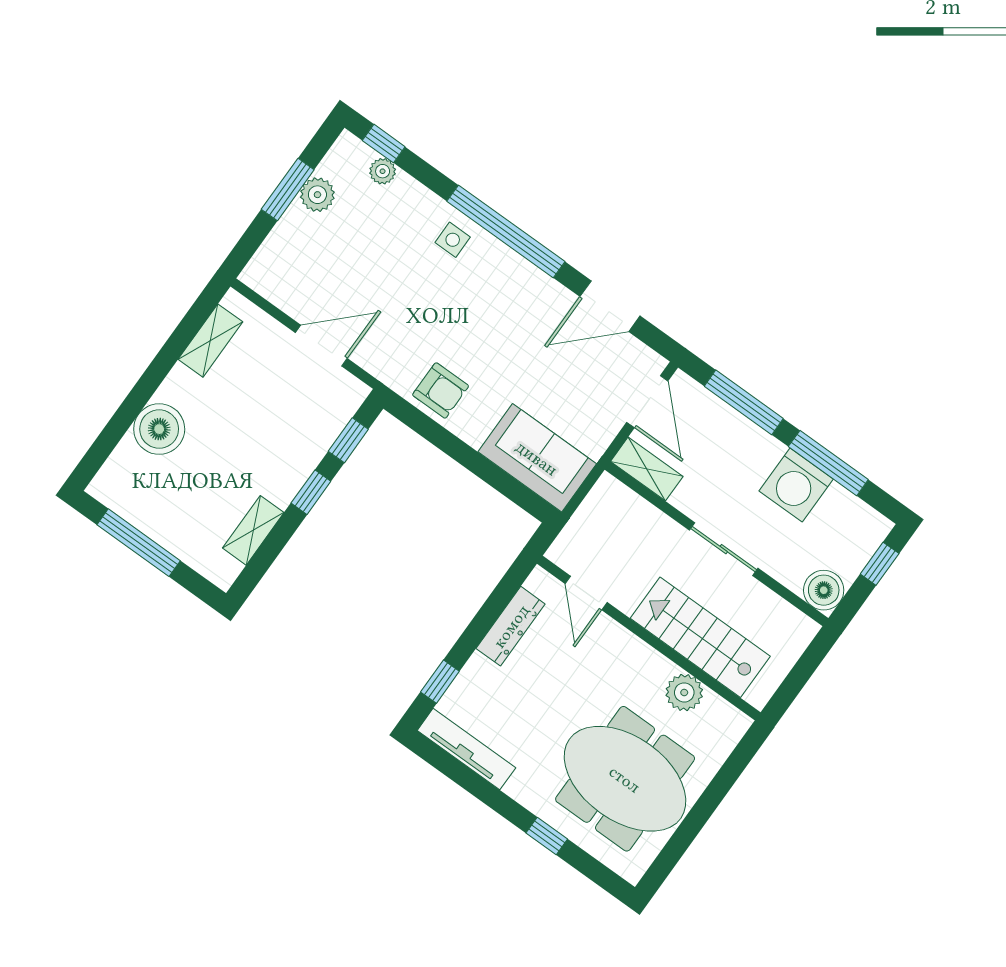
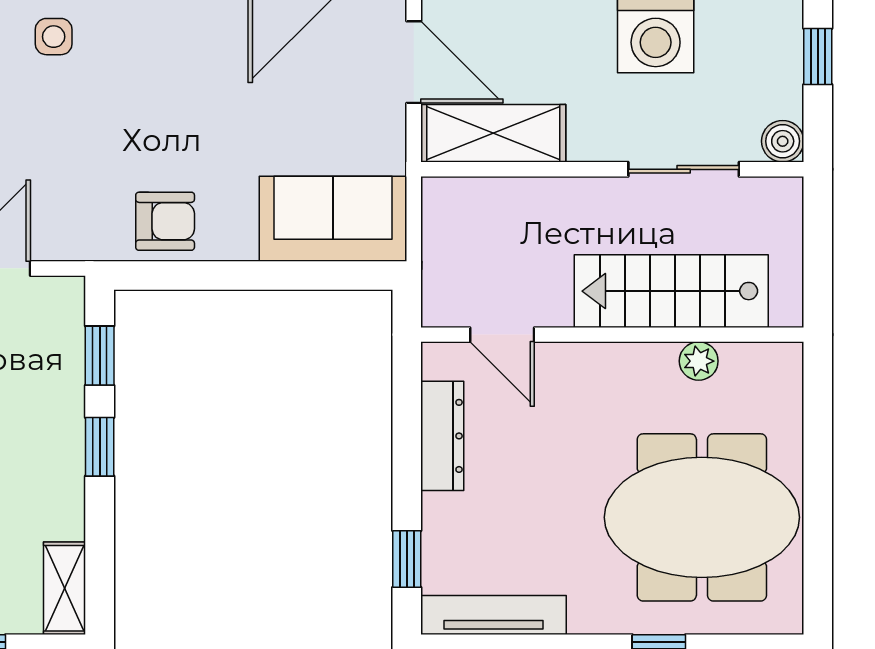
shelving: (647, 469) -> (493, 133), width x1.50, depth x1.33
shelving: (253, 530) -> (65, 588), moved
sliding door: (724, 549) -> (684, 169), moved
boiler: (824, 590) -> (783, 141), width x0.73, depth x0.73
plant: (684, 693) -> (699, 361), width x0.73, depth x0.73

